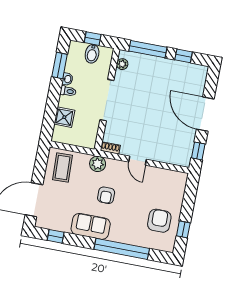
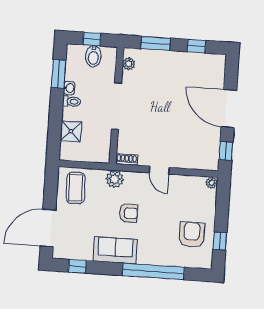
window: (148, 49) -> (156, 43), width x0.69
plant: (182, 177) -> (212, 183), added
armchair: (106, 195) -> (128, 213), turned -90

